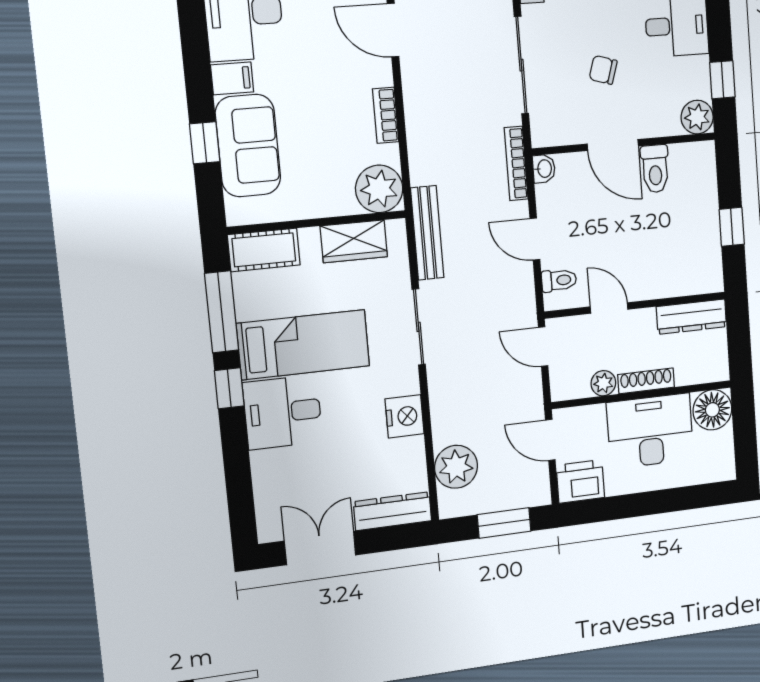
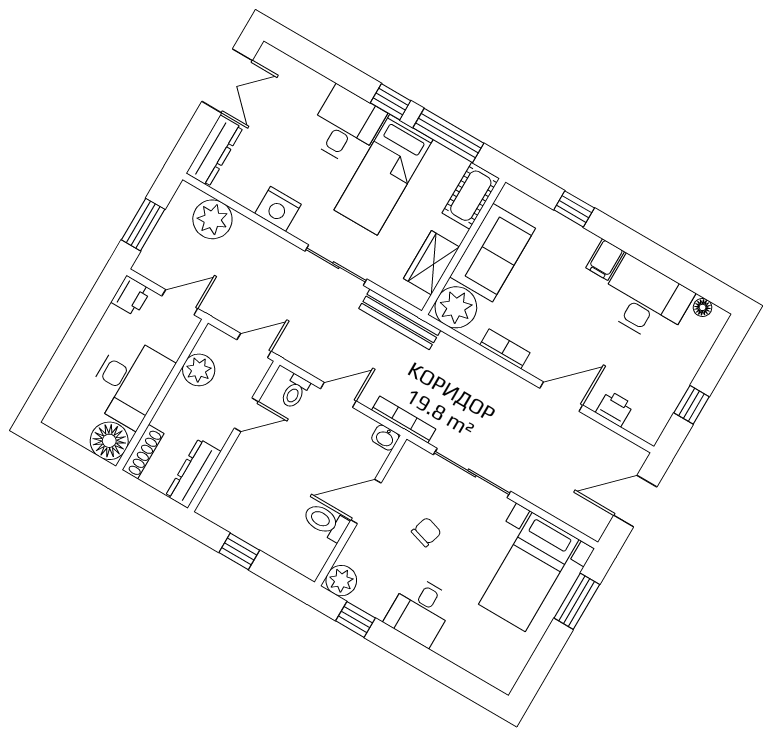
sofa: (248, 146) -> (493, 253), moved, turned -90
shoe rack: (646, 381) -> (143, 452), moved
plant: (603, 383) -> (199, 370), width x1.38, depth x1.38
printer: (580, 481) -> (131, 296), width x0.73, depth x0.81

